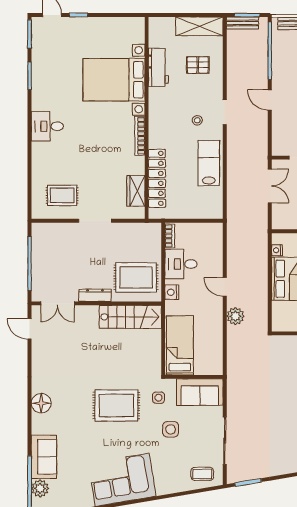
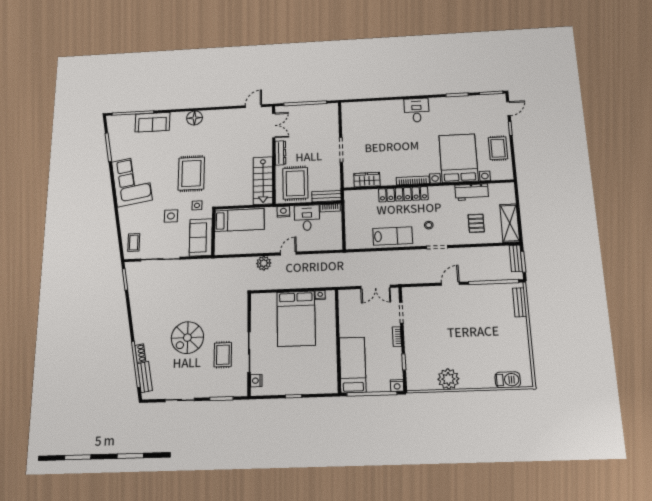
locker: (157, 178) -> (403, 194), moved
rug: (62, 195) -> (498, 148), moved
bench: (155, 240) -> (326, 196), added
double door: (58, 303) -> (274, 125), swing flipped
plant: (40, 488) -> (128, 121), removed

